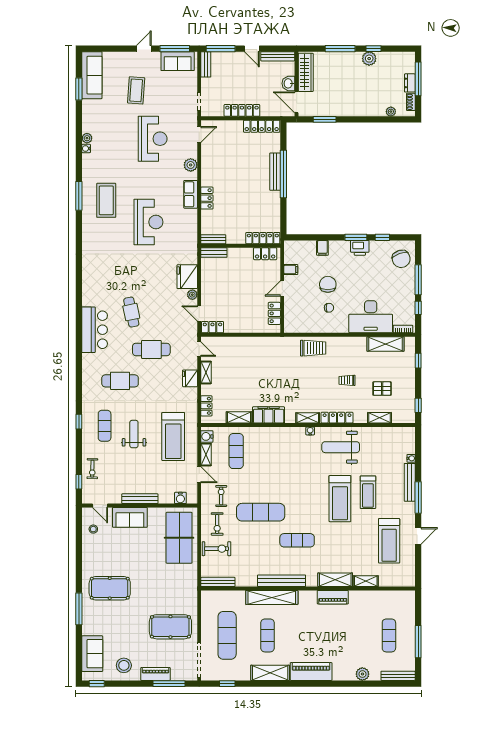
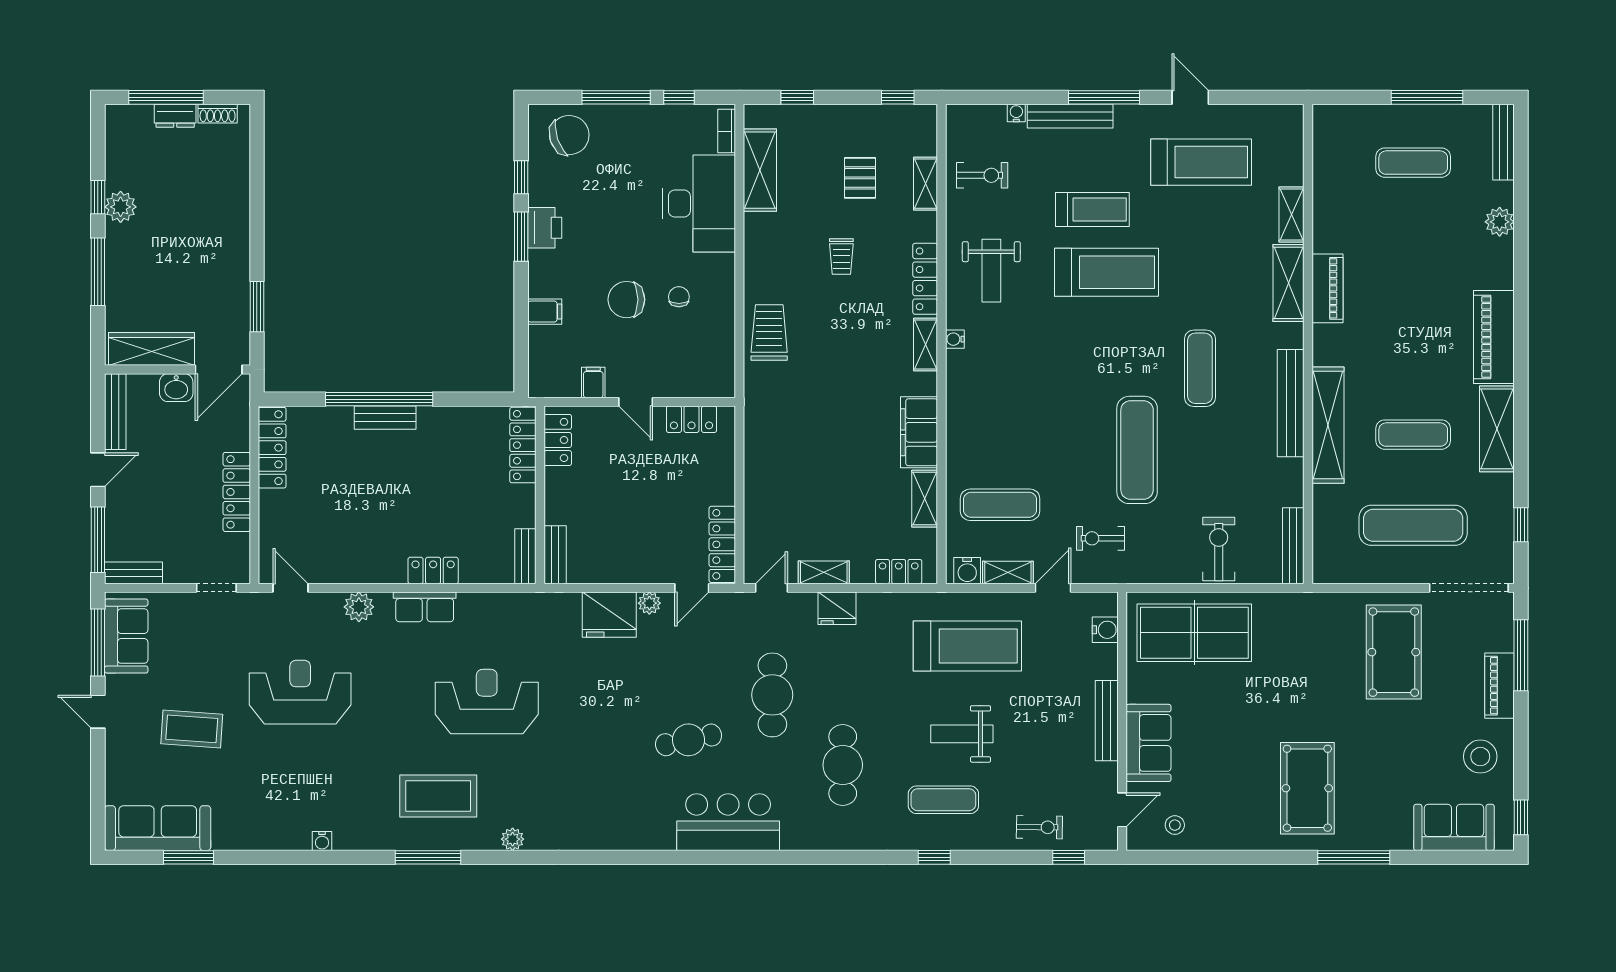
plant: (391, 112) -> (239, 158), removed
plant: (87, 138) -> (513, 839), moved
bench: (275, 172) -> (385, 418), width x0.73
locker: (212, 327) -> (722, 544), width x1.53
weight bench: (341, 447) -> (991, 271), width x0.73, depth x0.75
exercise bike: (217, 524) -> (982, 175), moved

